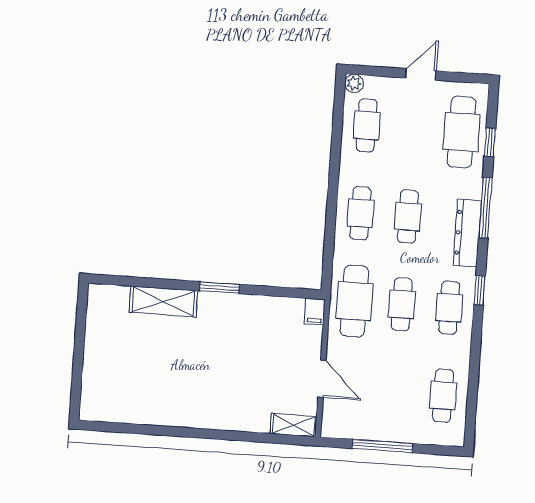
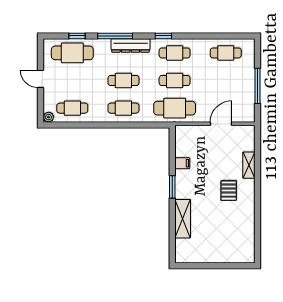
filing cabinet: (315, 311) -> (182, 163), moved
pallet: (206, 384) -> (229, 191), added
shelving: (294, 425) -> (249, 165), moved

